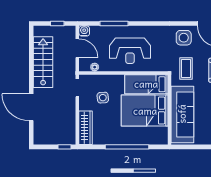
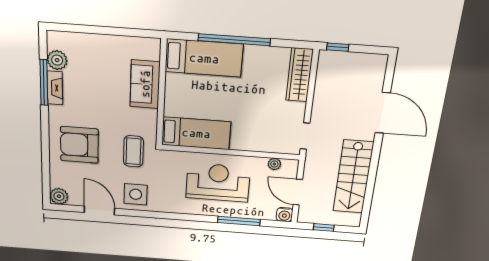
side table: (103, 98) -> (266, 119), removed
bed: (145, 111) -> (204, 58), moved, width x0.67
sofa: (182, 114) -> (145, 84), width x0.54, depth x0.79

